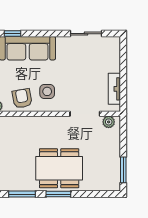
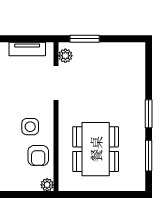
armchair: (22, 98) -> (38, 156), turned -80
dining table: (59, 168) -> (96, 149), moved
window: (123, 170) -> (85, 39), moved

